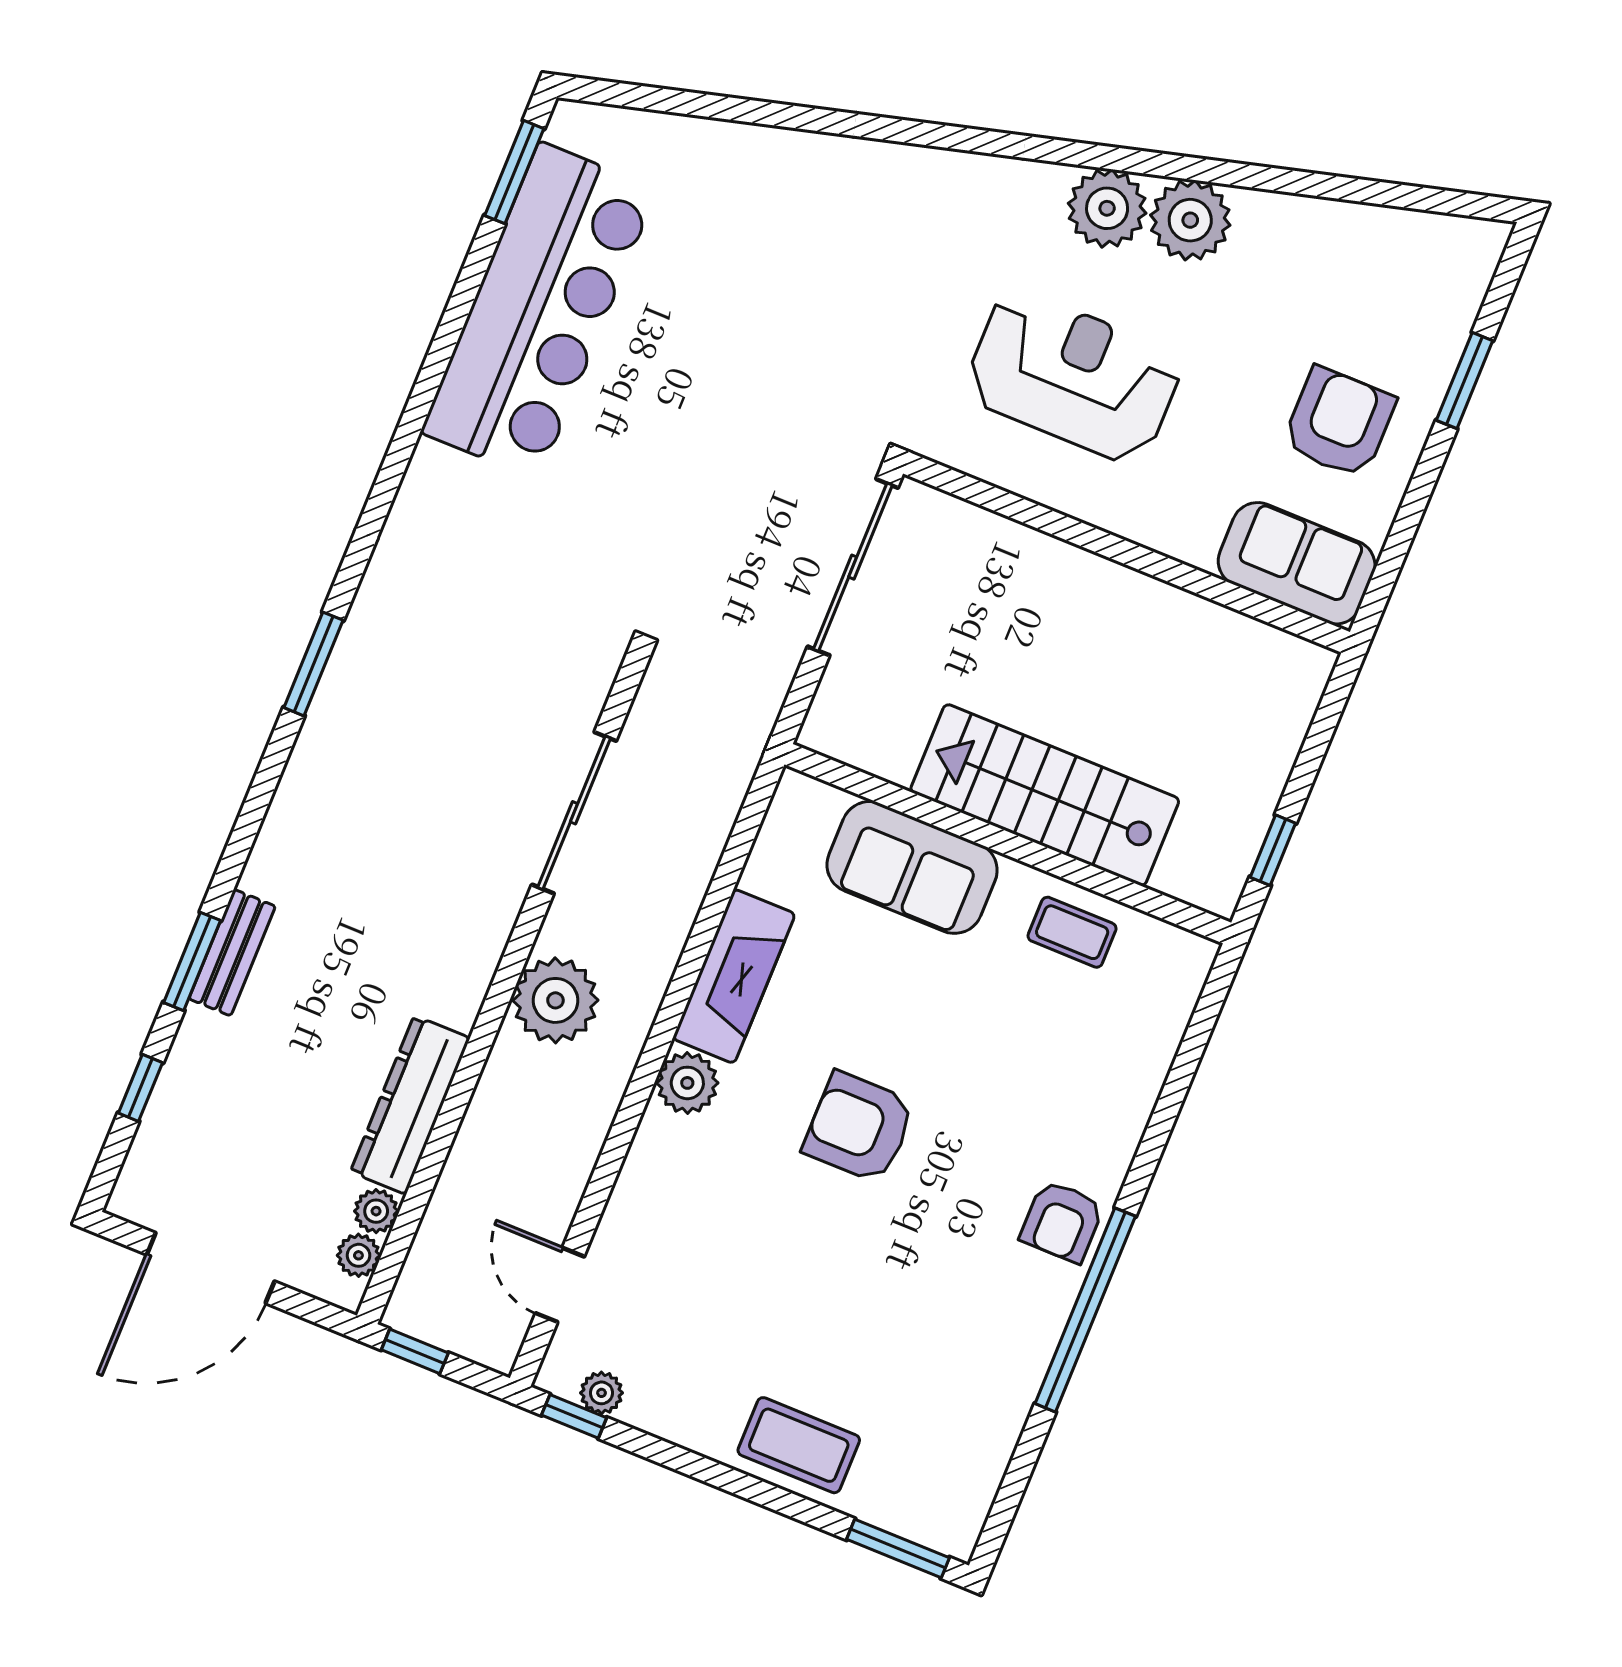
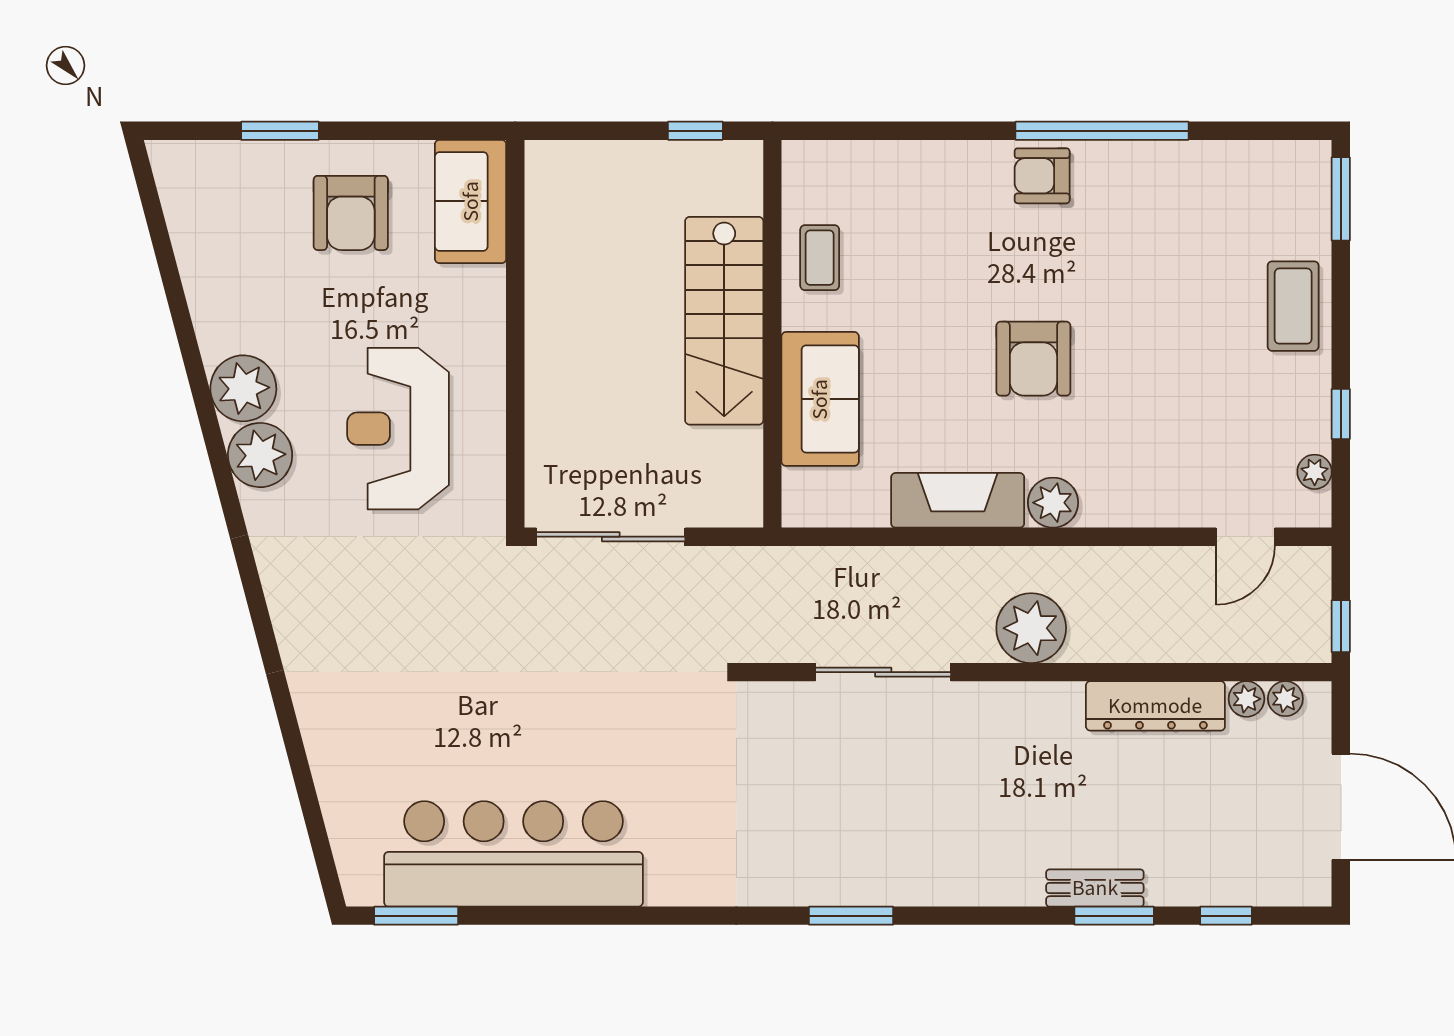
armchair: (1339, 423) -> (351, 213), turned -90
armchair: (1062, 1221) -> (1042, 176), turned 180
window: (574, 1416) -> (1341, 414), moved

